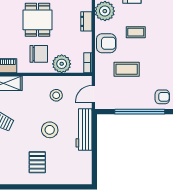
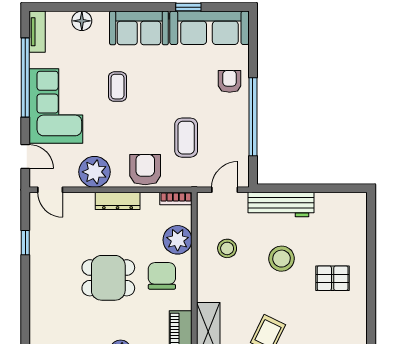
dresser: (86, 21) -> (118, 201), width x1.44
coffee table: (136, 32) -> (117, 87), moved
door: (93, 94) -> (225, 190), swing flipped

